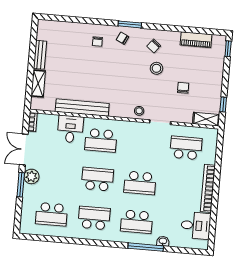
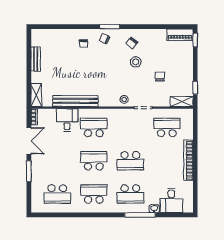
piano: (196, 40) -> (180, 35), moved
shelving: (38, 83) -> (36, 95), moved
school desk: (101, 140) -> (94, 127), turned 180
double door: (24, 149) -> (29, 141), swing flipped
plant: (31, 176) -> (37, 163), removed
desk: (196, 226) -> (171, 201), moved, turned 90

